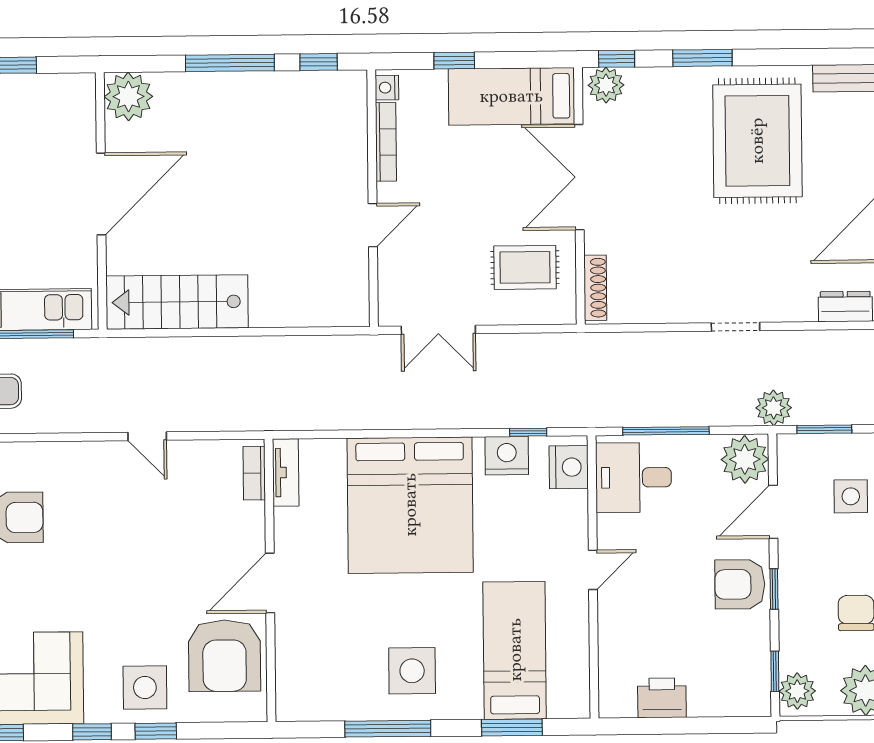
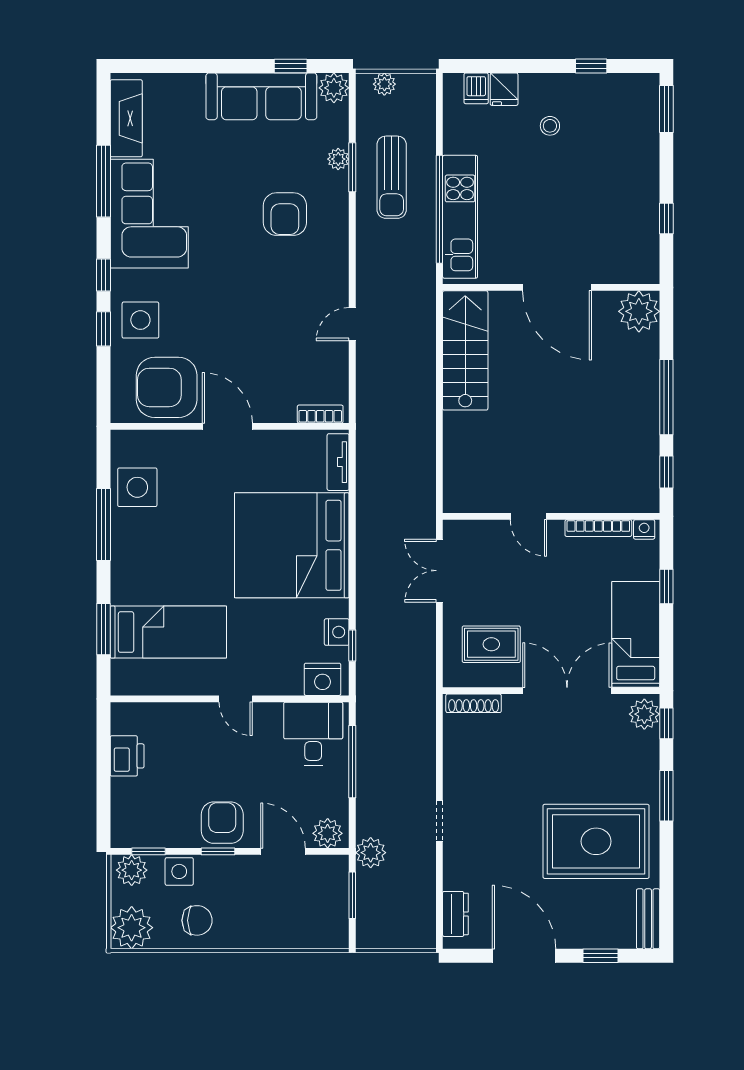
rug: (525, 267) -> (491, 644), turned 90
nightstand: (507, 456) -> (337, 632), width x0.74, depth x0.75
plant: (745, 459) -> (328, 833), width x0.73, depth x0.73
tv unit: (286, 472) -> (338, 462), moved, turned 90
side table: (851, 496) -> (179, 871), moved
side table: (412, 671) -> (137, 487), moved

